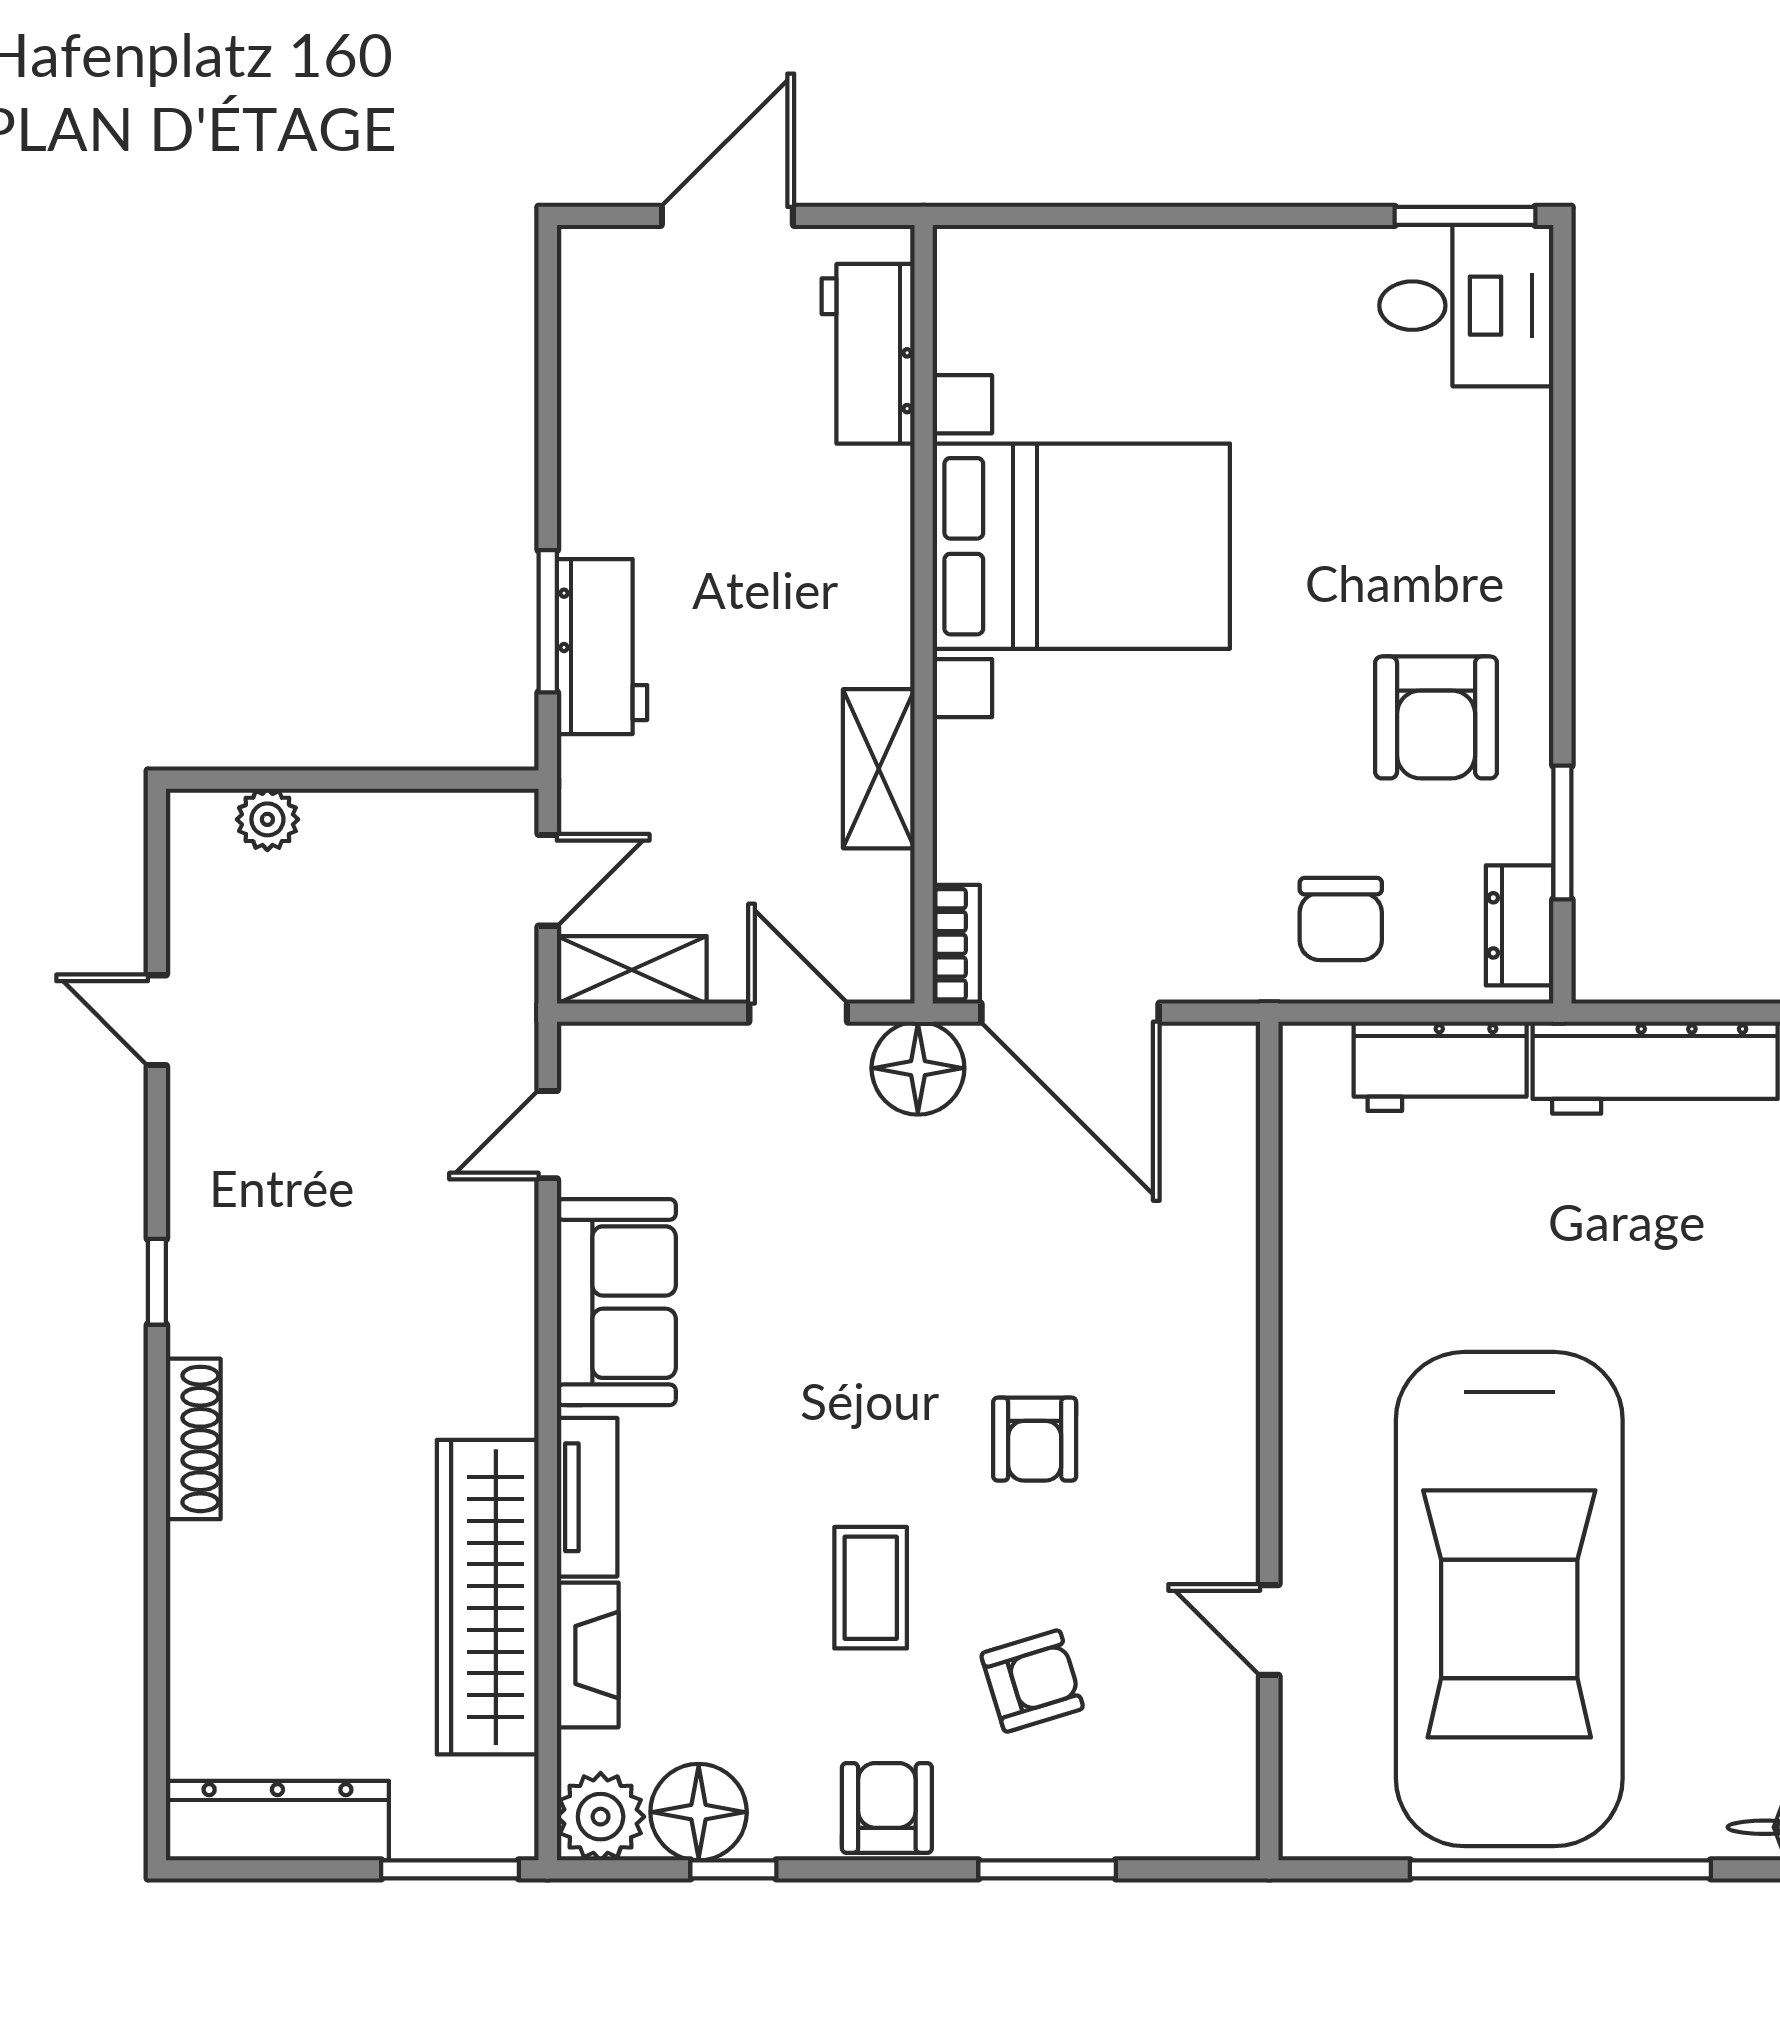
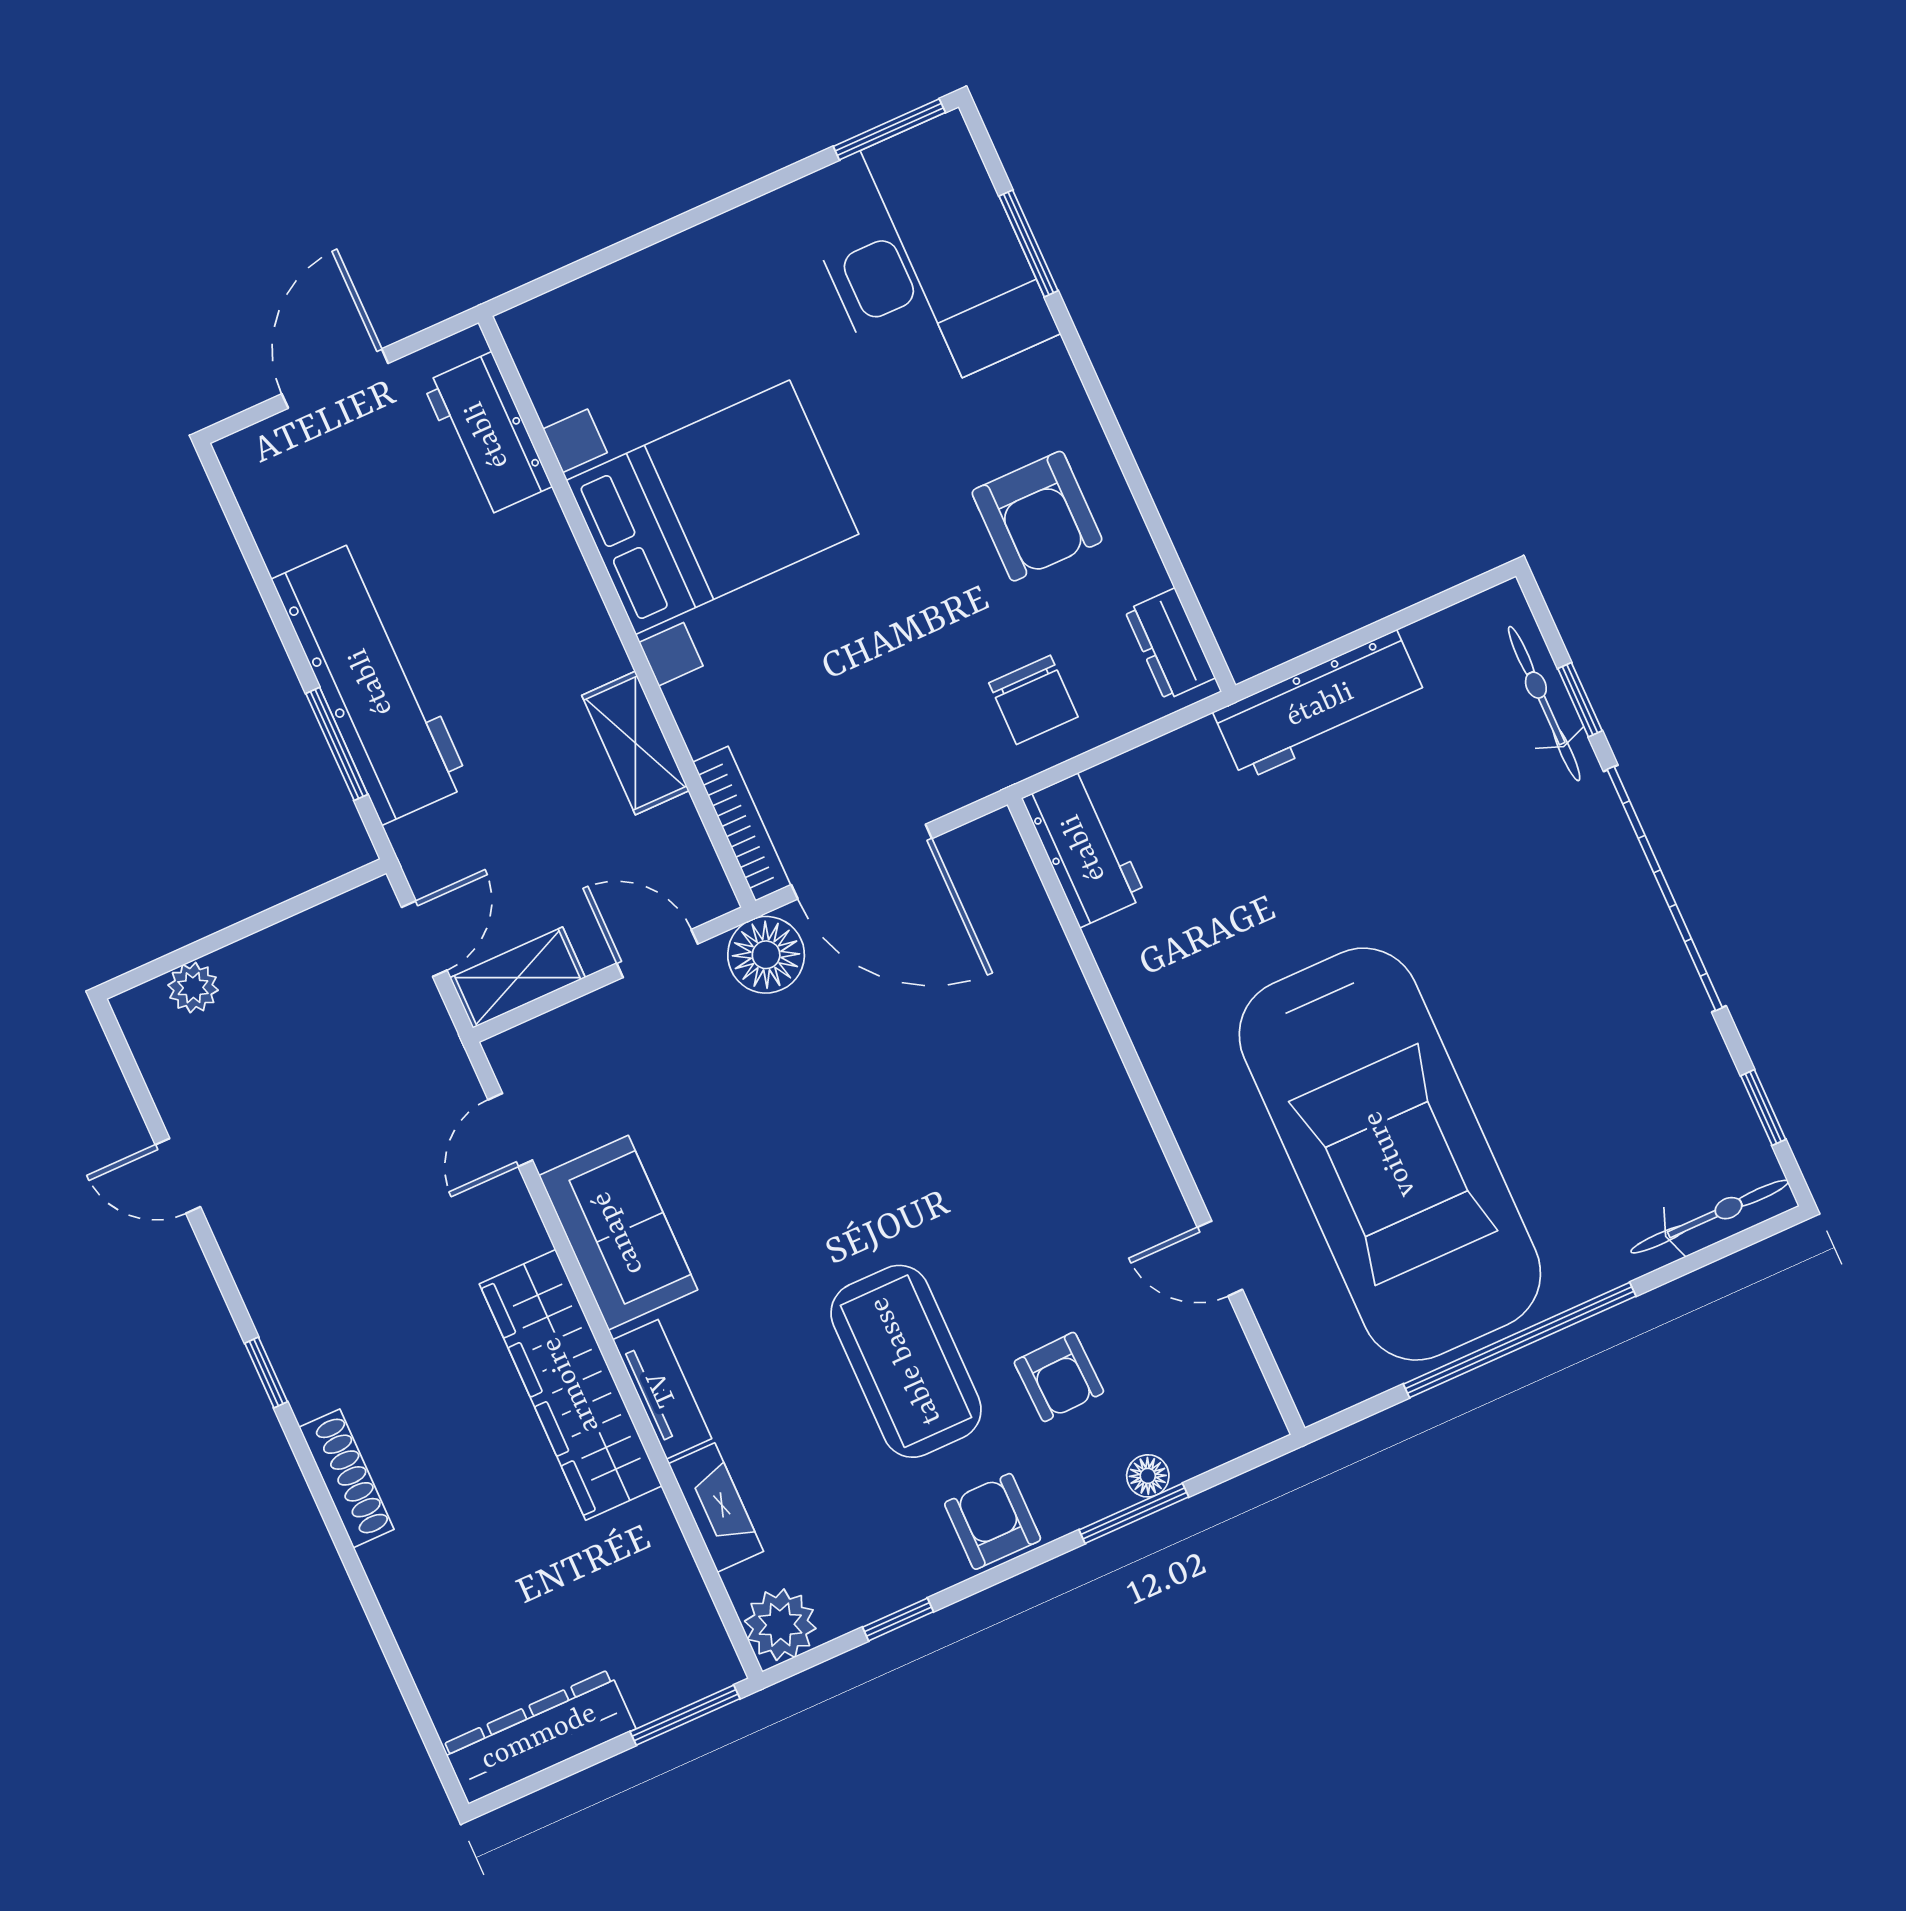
desk: (1466, 306) -> (925, 258), width x1.87, depth x1.30
workbench: (602, 647) -> (371, 682), width x1.88, depth x1.32
window: (1562, 832) -> (1029, 243), moved
bookcase: (956, 944) -> (742, 824), width x1.56
workbench: (1440, 1066) -> (1084, 848), moved, turned -90
armchair: (1035, 1439) -> (979, 1194), removed
coffee table: (871, 1588) -> (906, 1361), width x1.86, depth x1.72
wardrobe: (488, 1597) -> (571, 1385), moved
armchair: (1032, 1681) -> (1059, 1377), turned 105
floor lamp: (699, 1812) -> (1148, 1476), moved, width x0.53, depth x0.53

